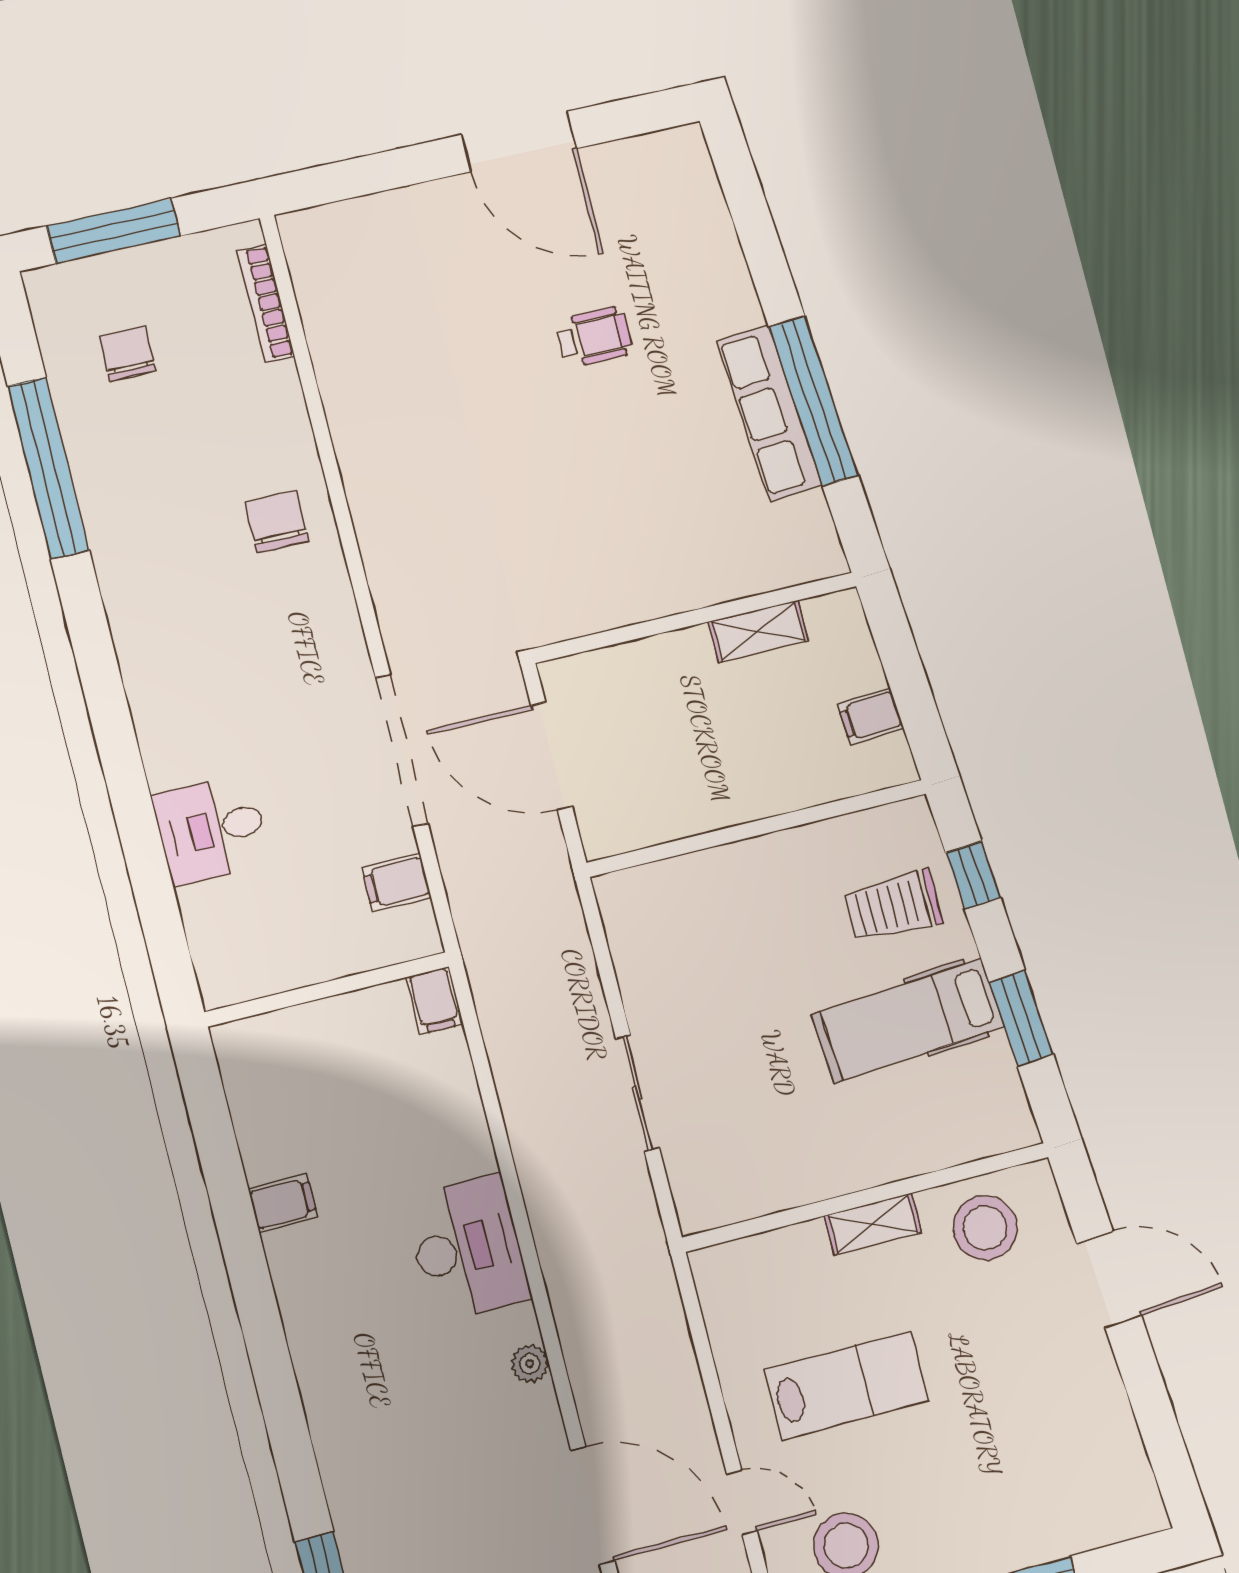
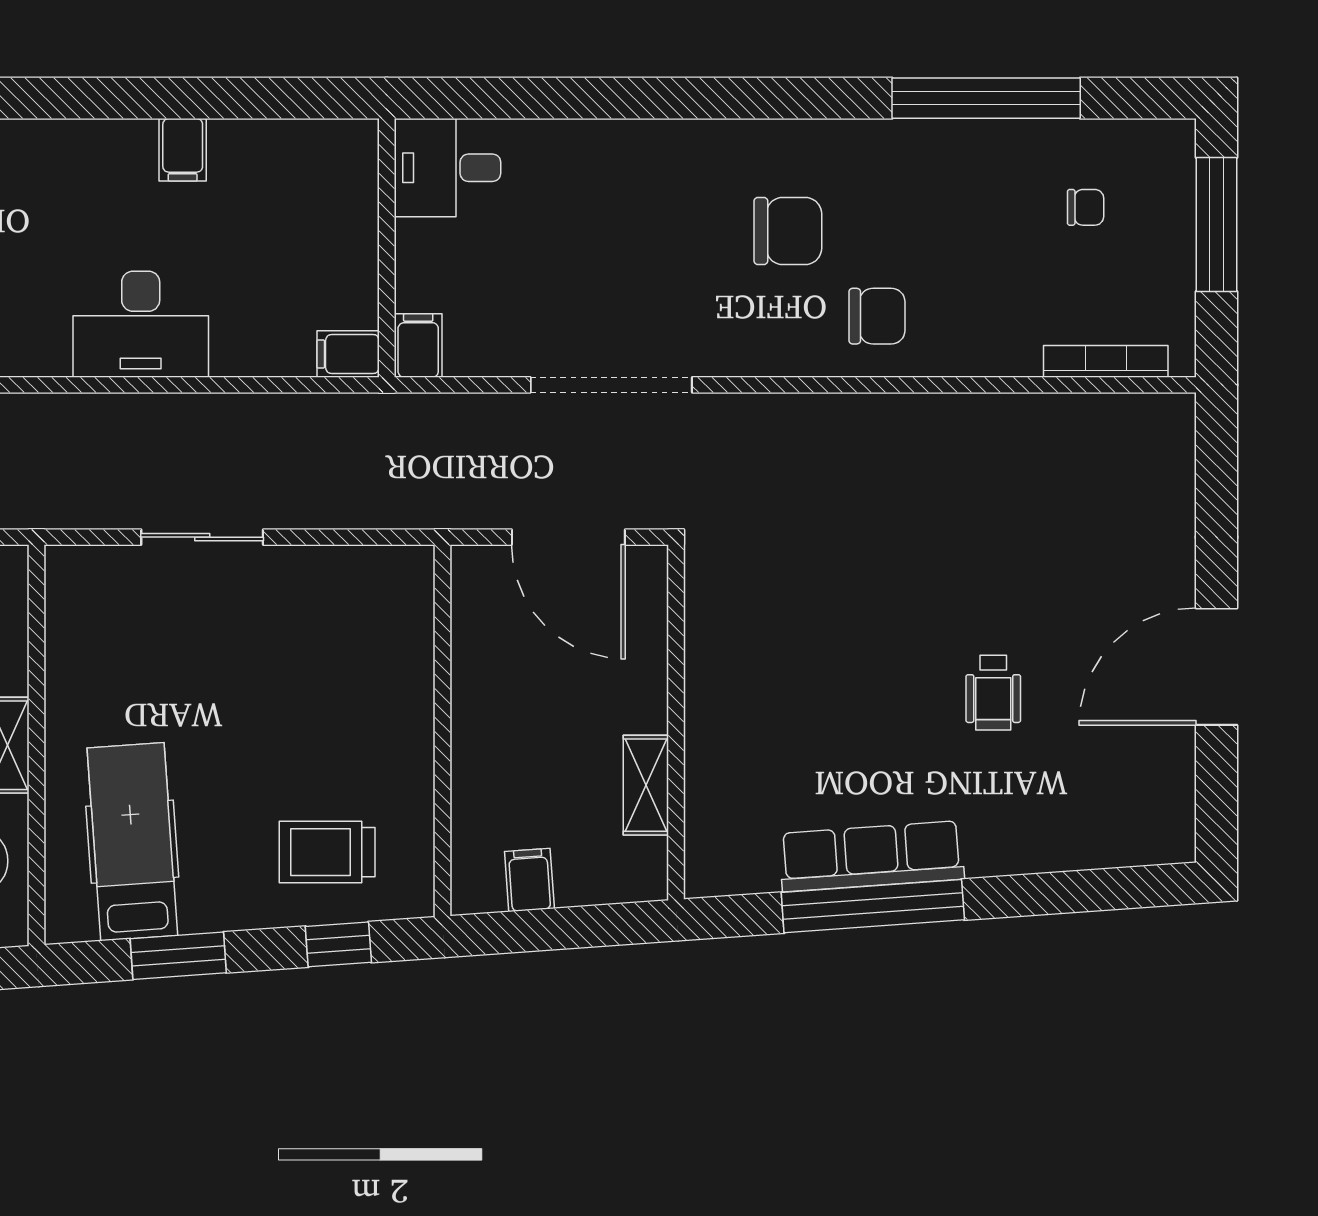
chair: (128, 354) -> (1086, 207), width x0.73, depth x0.73
chair: (218, 622) -> (788, 231), added
door: (552, 756) -> (568, 537), swing flipped
desk: (211, 829) -> (447, 168), moved, turned -90
filing cabinet: (396, 882) -> (418, 345), moved
trolley: (893, 906) -> (327, 852), turned -90
hospital bed: (908, 1020) -> (132, 842), moved
desk: (468, 1248) -> (141, 324), moved

